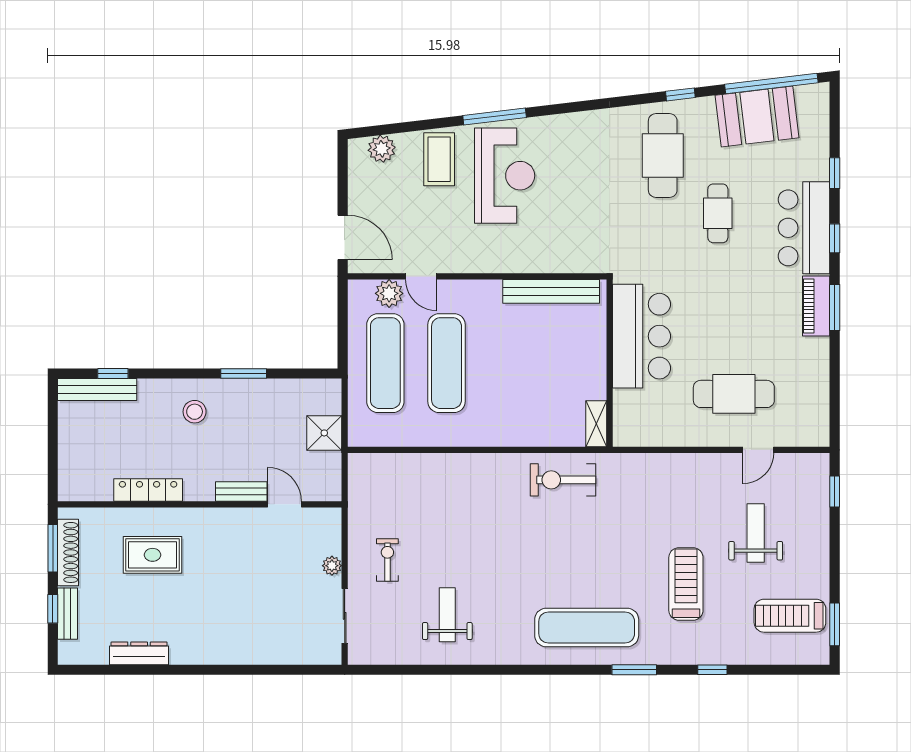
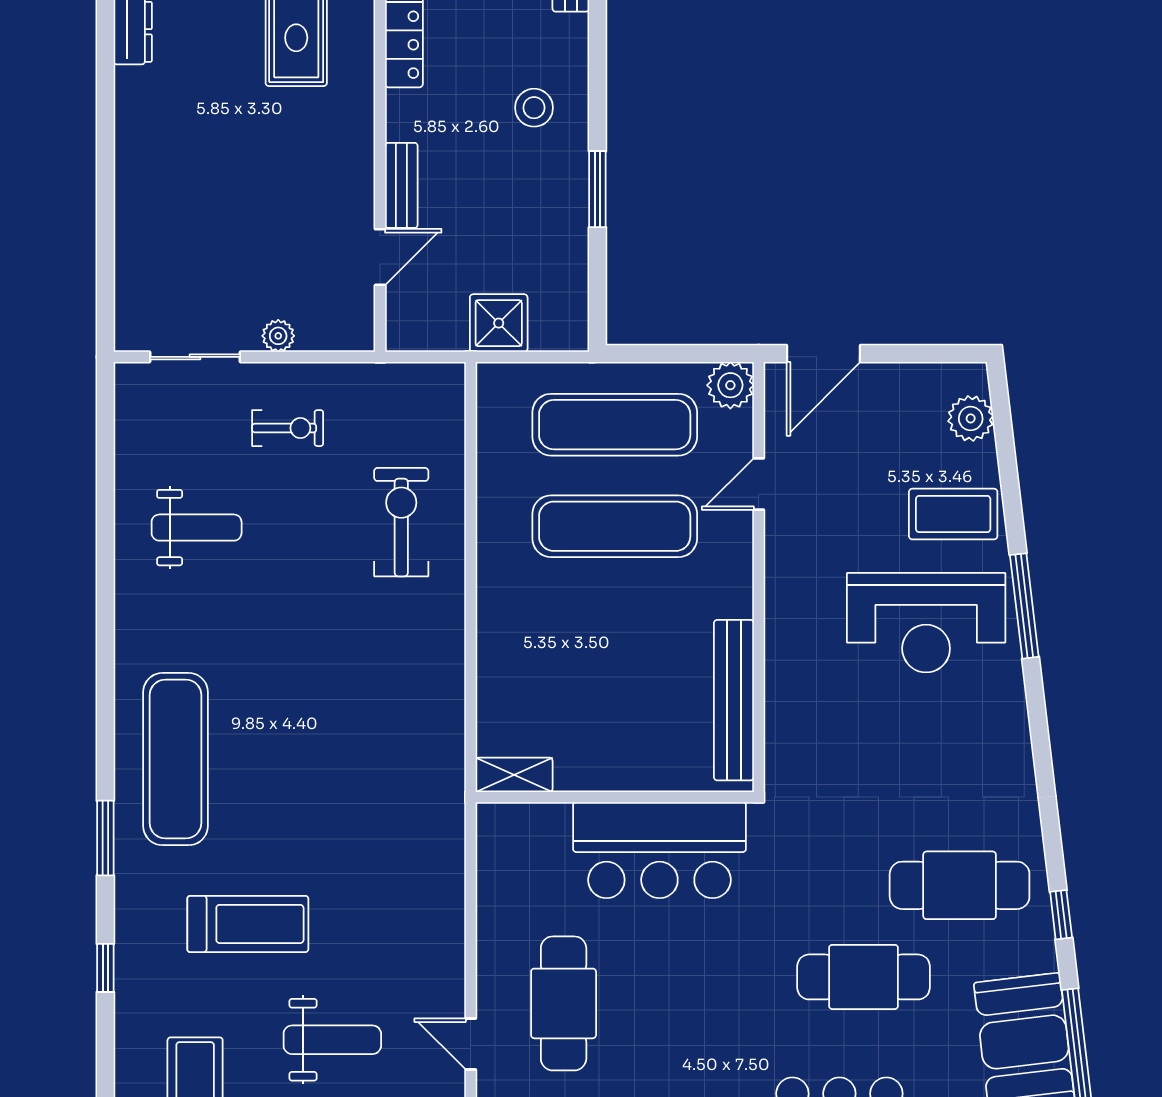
cafe table: (718, 213) -> (864, 977), width x1.37, depth x1.35
plant: (389, 293) -> (730, 385), moved
exercise bike: (563, 480) -> (401, 522), moved

